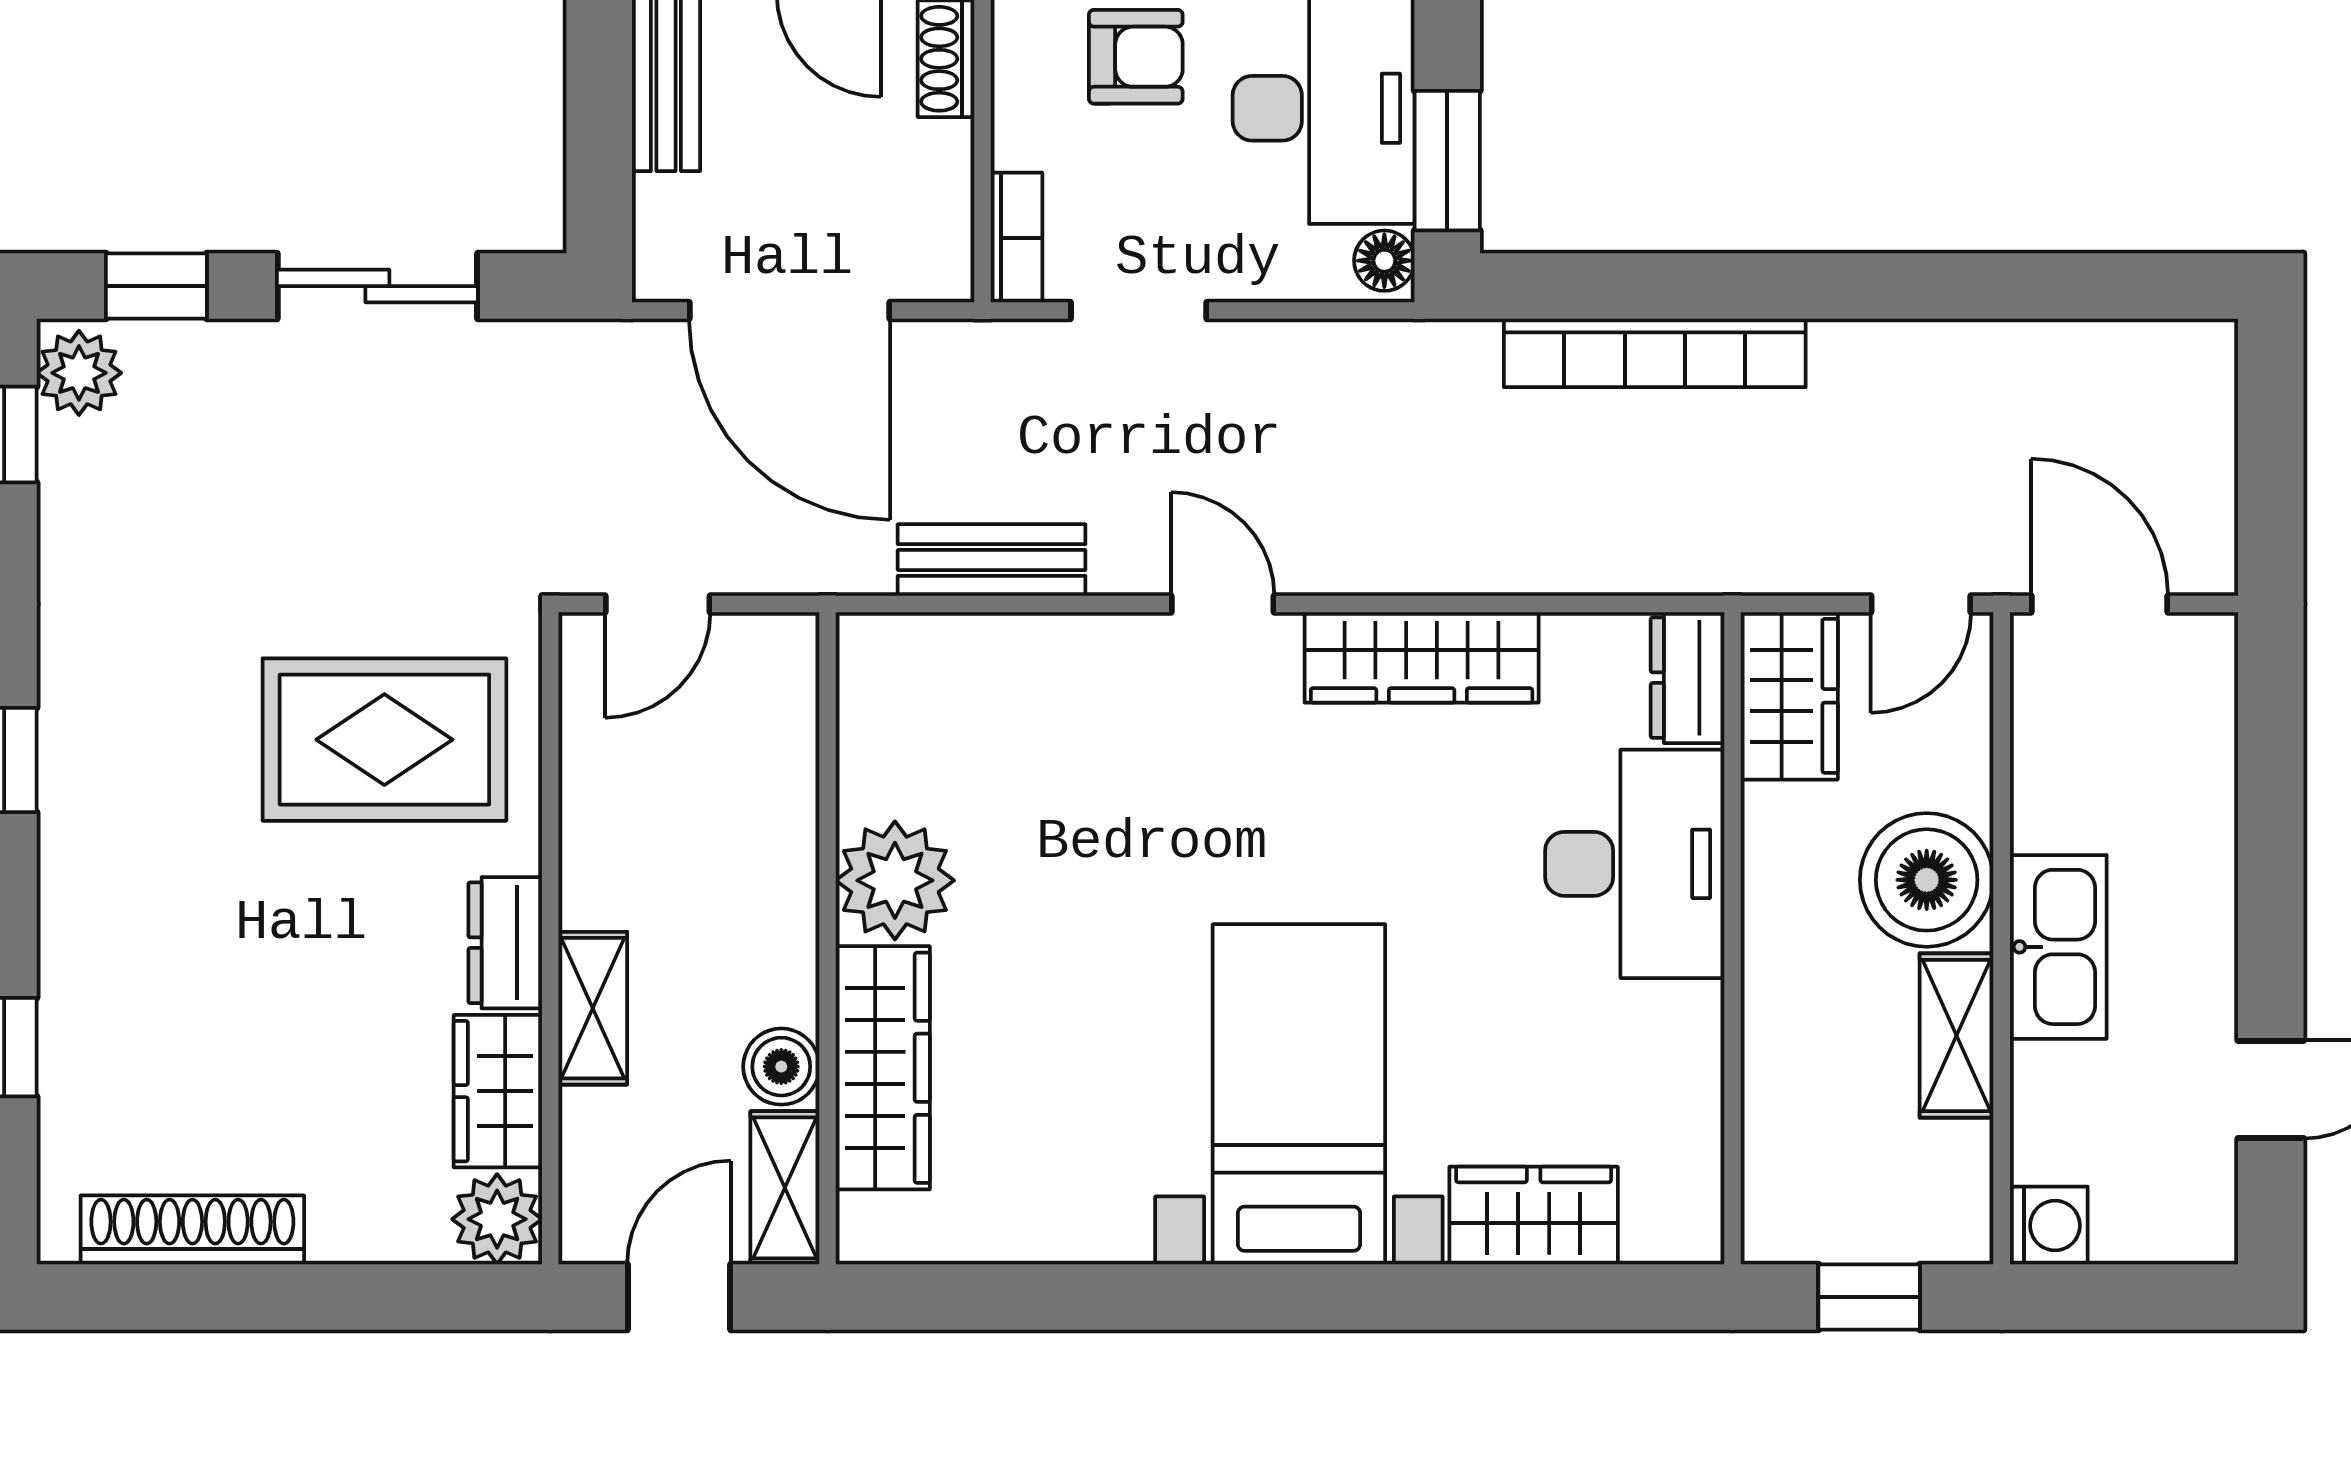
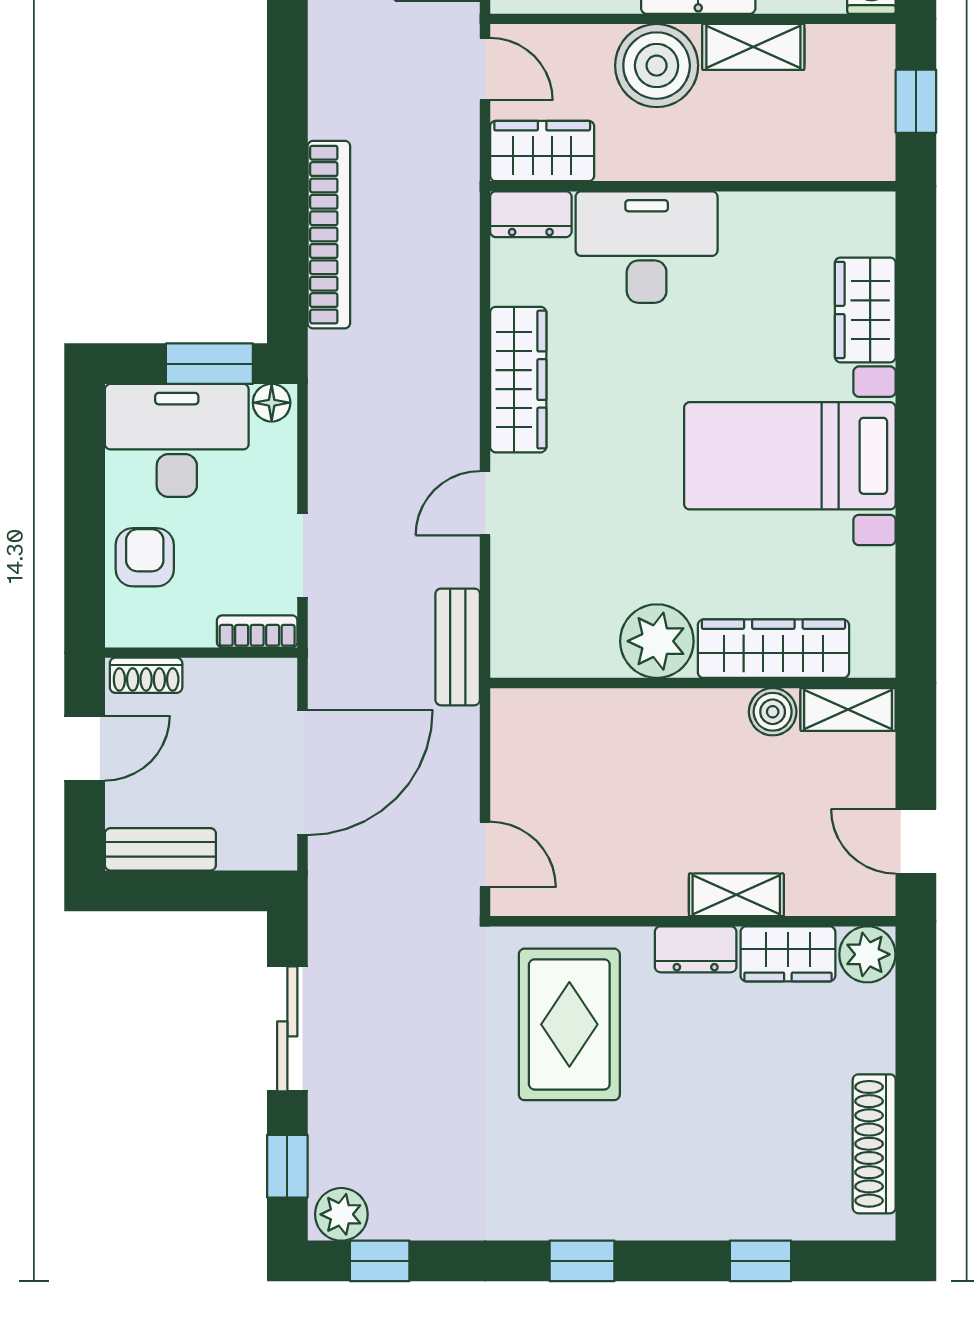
plant: (895, 880) -> (657, 641), moved
wall: (828, 938) -> (693, 683), moved
boiler: (781, 1067) -> (773, 712), moved
wardrobe: (883, 1068) -> (773, 649), moved
shelving: (785, 1188) -> (848, 710), moved

